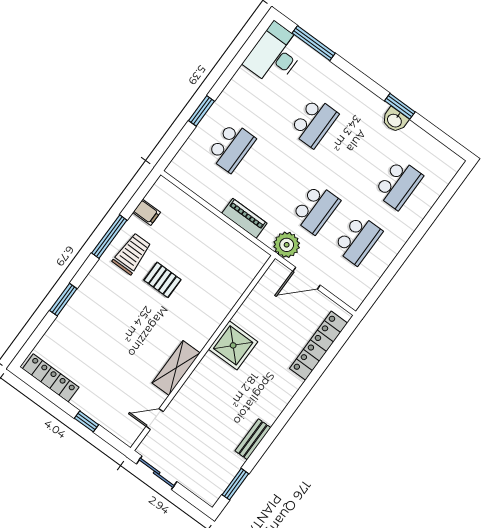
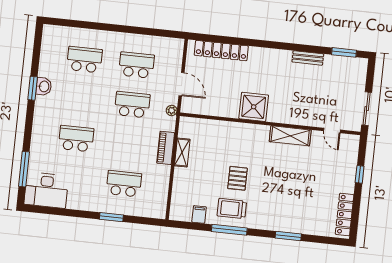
shelving: (228, 234) -> (182, 152), added
plant: (287, 245) -> (172, 111), width x0.53, depth x0.53

